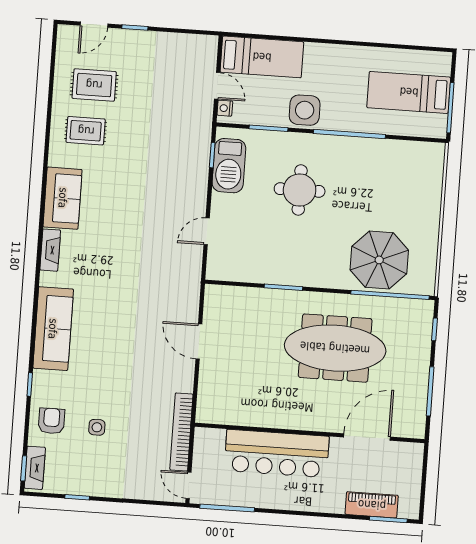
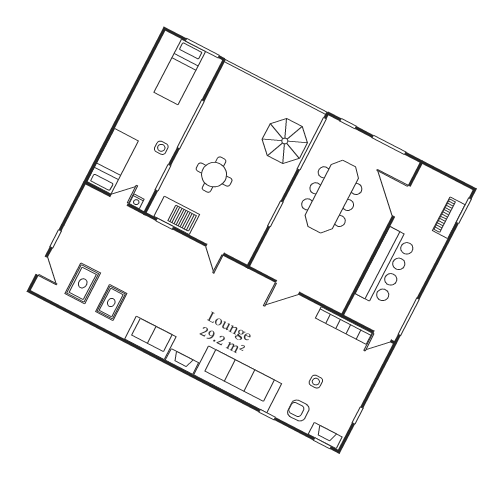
side table: (305, 110) -> (161, 148), width x0.54, depth x0.54
sofa: (53, 329) -> (238, 379), width x1.36, depth x1.27

